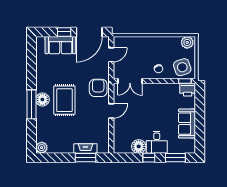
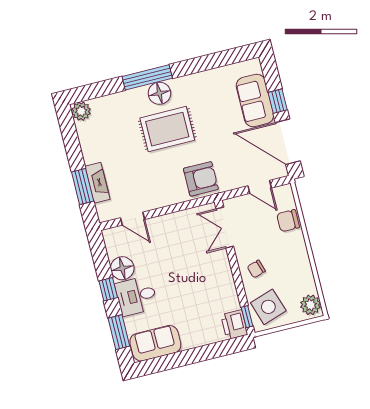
chair: (135, 43) -> (288, 221), added
door: (111, 111) -> (133, 219), moved
sofa: (187, 124) -> (155, 343), moved

